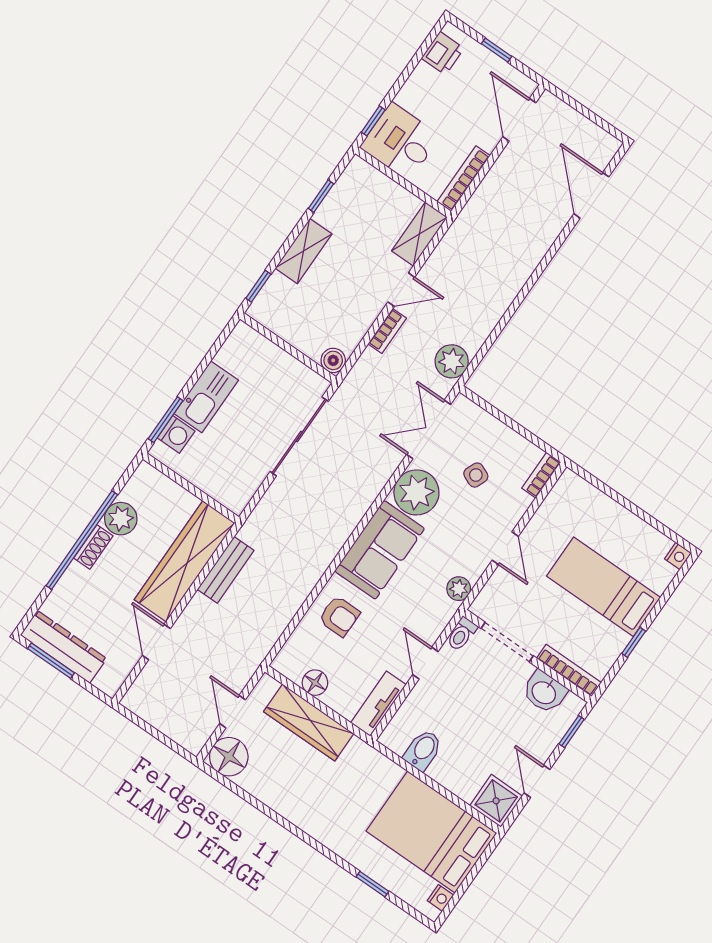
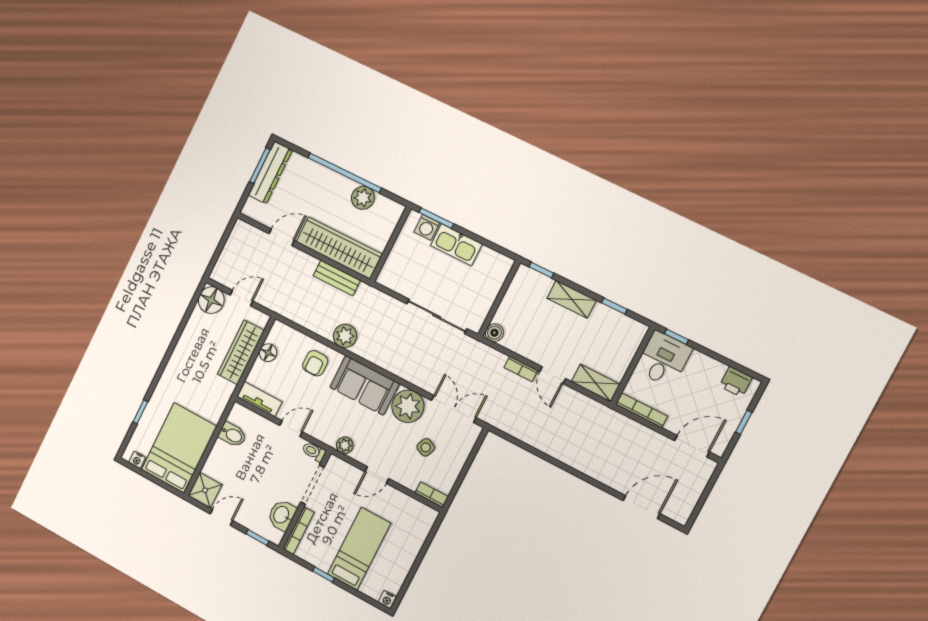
plant: (452, 361) -> (345, 336), moved
shoe rack: (93, 547) -> (341, 182), removed

